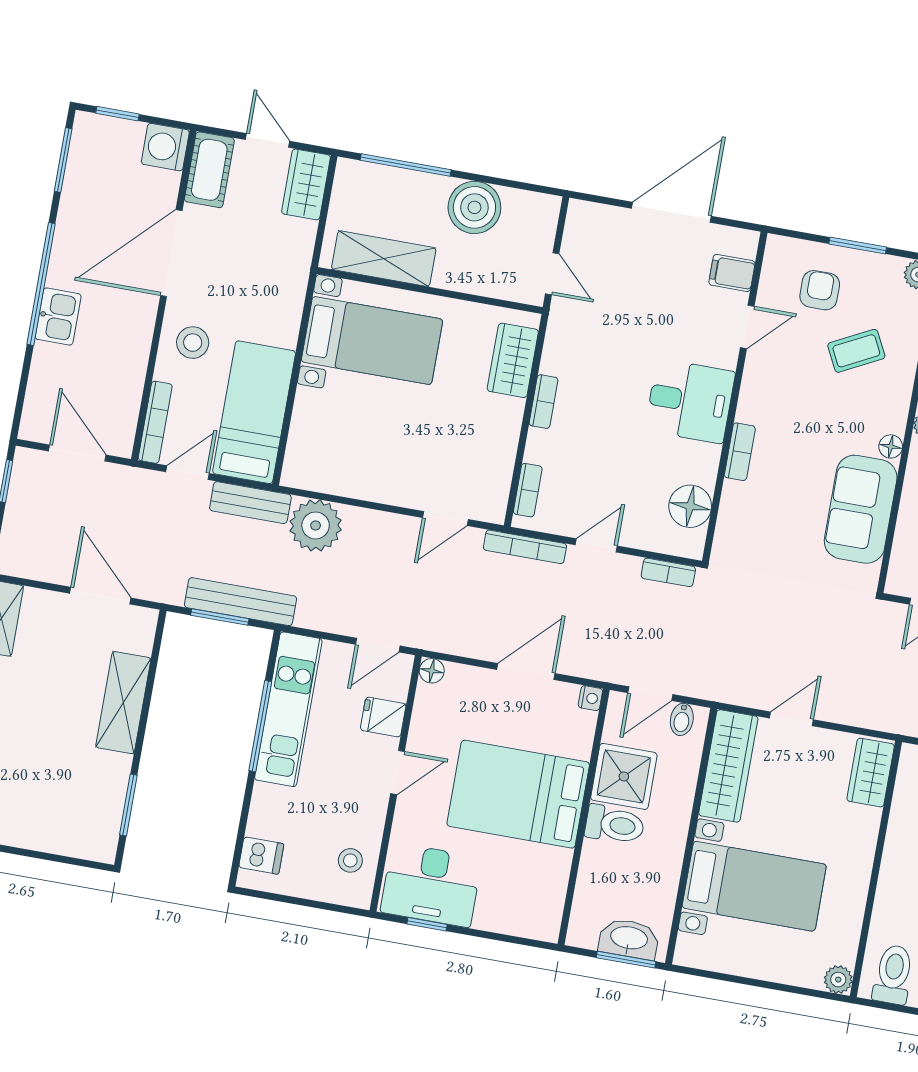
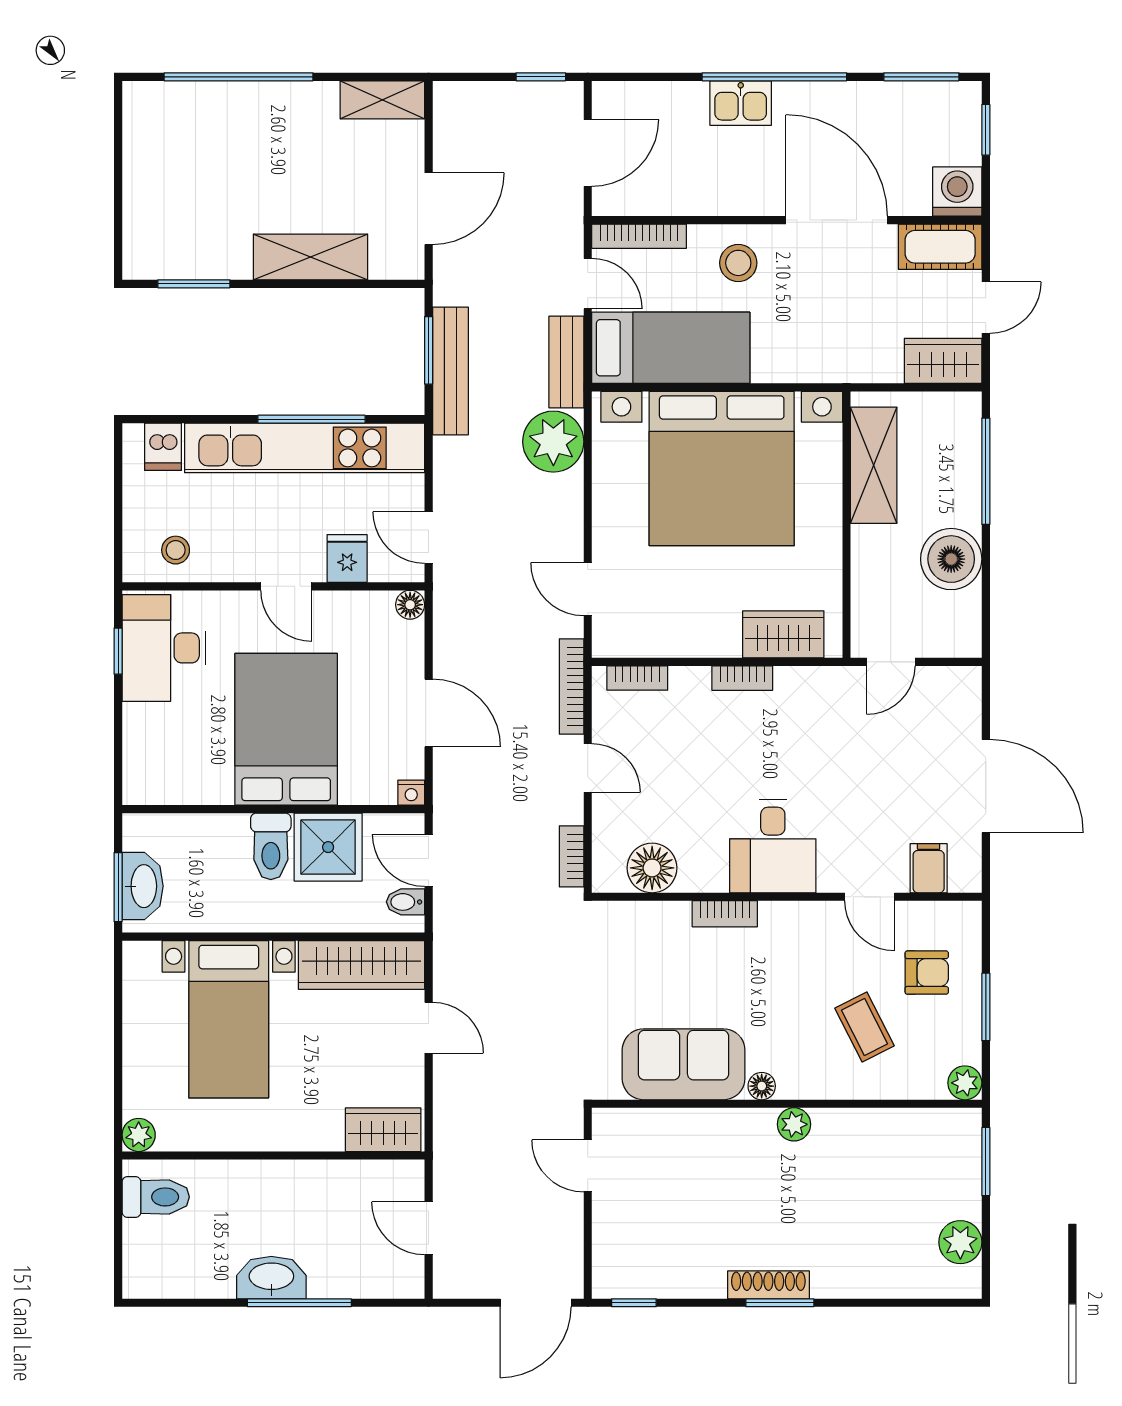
bed with nightstands: (372, 341) -> (722, 468), width x1.85
kitchen unit: (288, 709) -> (305, 448), width x1.36

